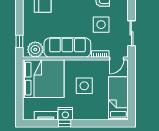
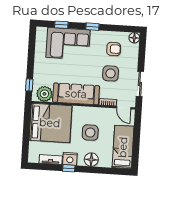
door: (117, 59) -> (124, 108), hinge flipped
floor lamp: (87, 113) -> (91, 160), added

